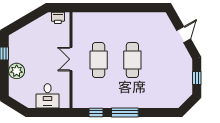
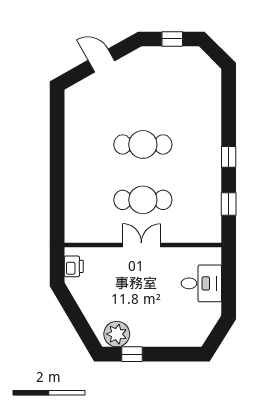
double door: (71, 59) -> (141, 245), swing flipped
plant: (17, 71) -> (117, 334), moved
window: (125, 112) -> (229, 157), width x0.46

